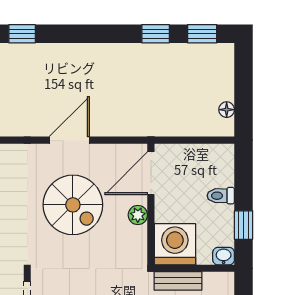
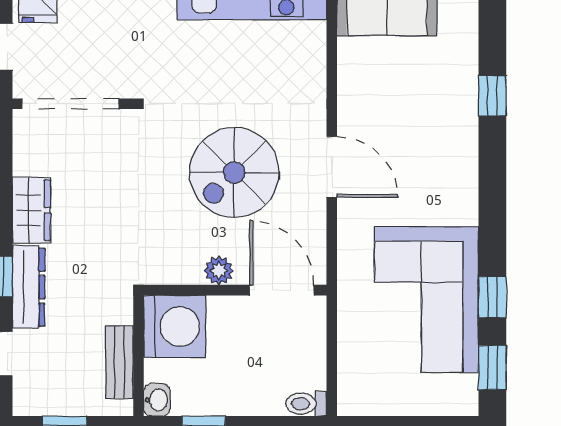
corner sofa: (157, 77) -> (427, 299), added
floor lamp: (227, 110) -> (378, 405), removed
toilet: (221, 196) -> (306, 404), moved, turned -90
bench: (178, 281) -> (119, 362), moved

